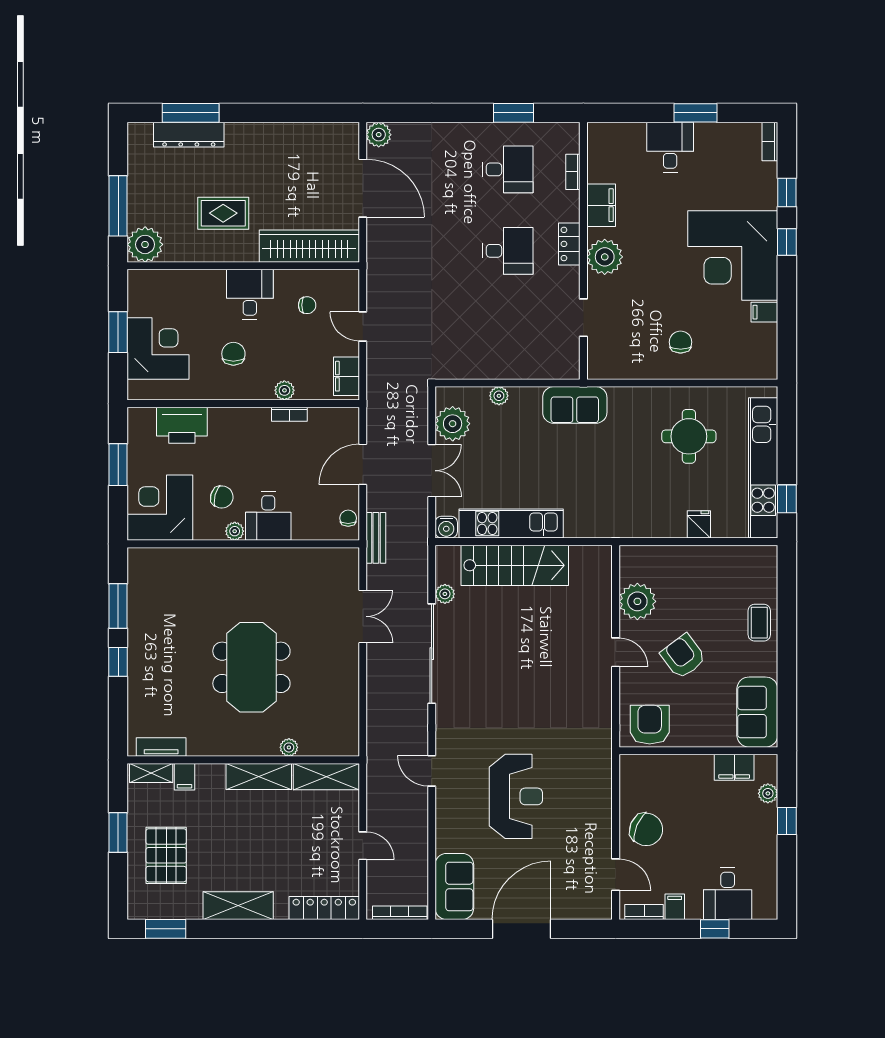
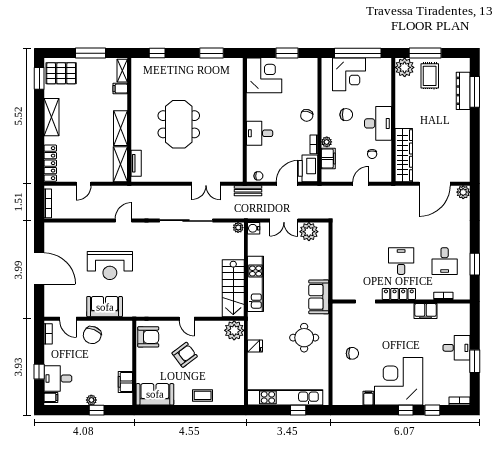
rug: (223, 213) -> (430, 76), moved
locker: (569, 244) -> (399, 294), width x1.53
desk: (508, 251) -> (401, 261), turned 180
plant: (605, 257) -> (398, 313), removed
desk: (250, 294) -> (378, 123), width x1.37
window: (118, 332) -> (358, 53), width x2.11
filing cabinet: (346, 376) -> (328, 158), moved, turned 90
plant: (499, 396) -> (324, 256), removed
printer: (182, 425) -> (308, 168), moved
round table: (689, 436) -> (304, 338), moved
door: (363, 464) -> (287, 184), hinge flipped
chair: (222, 497) -> (307, 115), moved
window: (787, 499) -> (298, 410), moved
kitchen unit: (511, 523) -> (256, 284), moved
fridge: (699, 524) -> (255, 346), moved
plant: (235, 531) -> (251, 115), removed
stairs: (515, 565) -> (233, 288), moved
plant: (445, 594) -> (238, 228), moved
plant: (637, 601) -> (234, 330), moved
door: (616, 652) -> (187, 319), hinge flipped
window: (118, 662) -> (157, 53), moved
meeting table: (251, 667) -> (179, 124), turned 90
tv unit: (161, 747) -> (136, 163), moved
plant: (289, 747) -> (136, 144), removed
plant: (768, 793) -> (91, 400), moved
window: (118, 833) -> (91, 53), width x1.44
pallet: (166, 855) -> (61, 73), moved
door: (616, 875) -> (68, 319), hinge flipped
sofa: (454, 886) -> (105, 307), moved, turned 180
filing cabinet: (675, 907) -> (51, 397), moved

